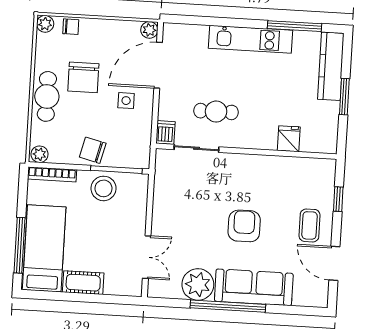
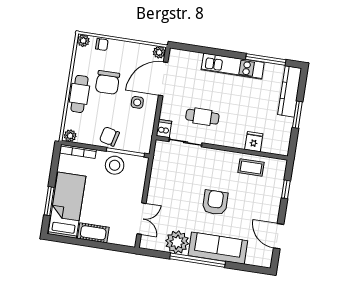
coffee table: (310, 225) -> (251, 167), moved, turned 90
window: (19, 245) -> (49, 201), width x0.69

